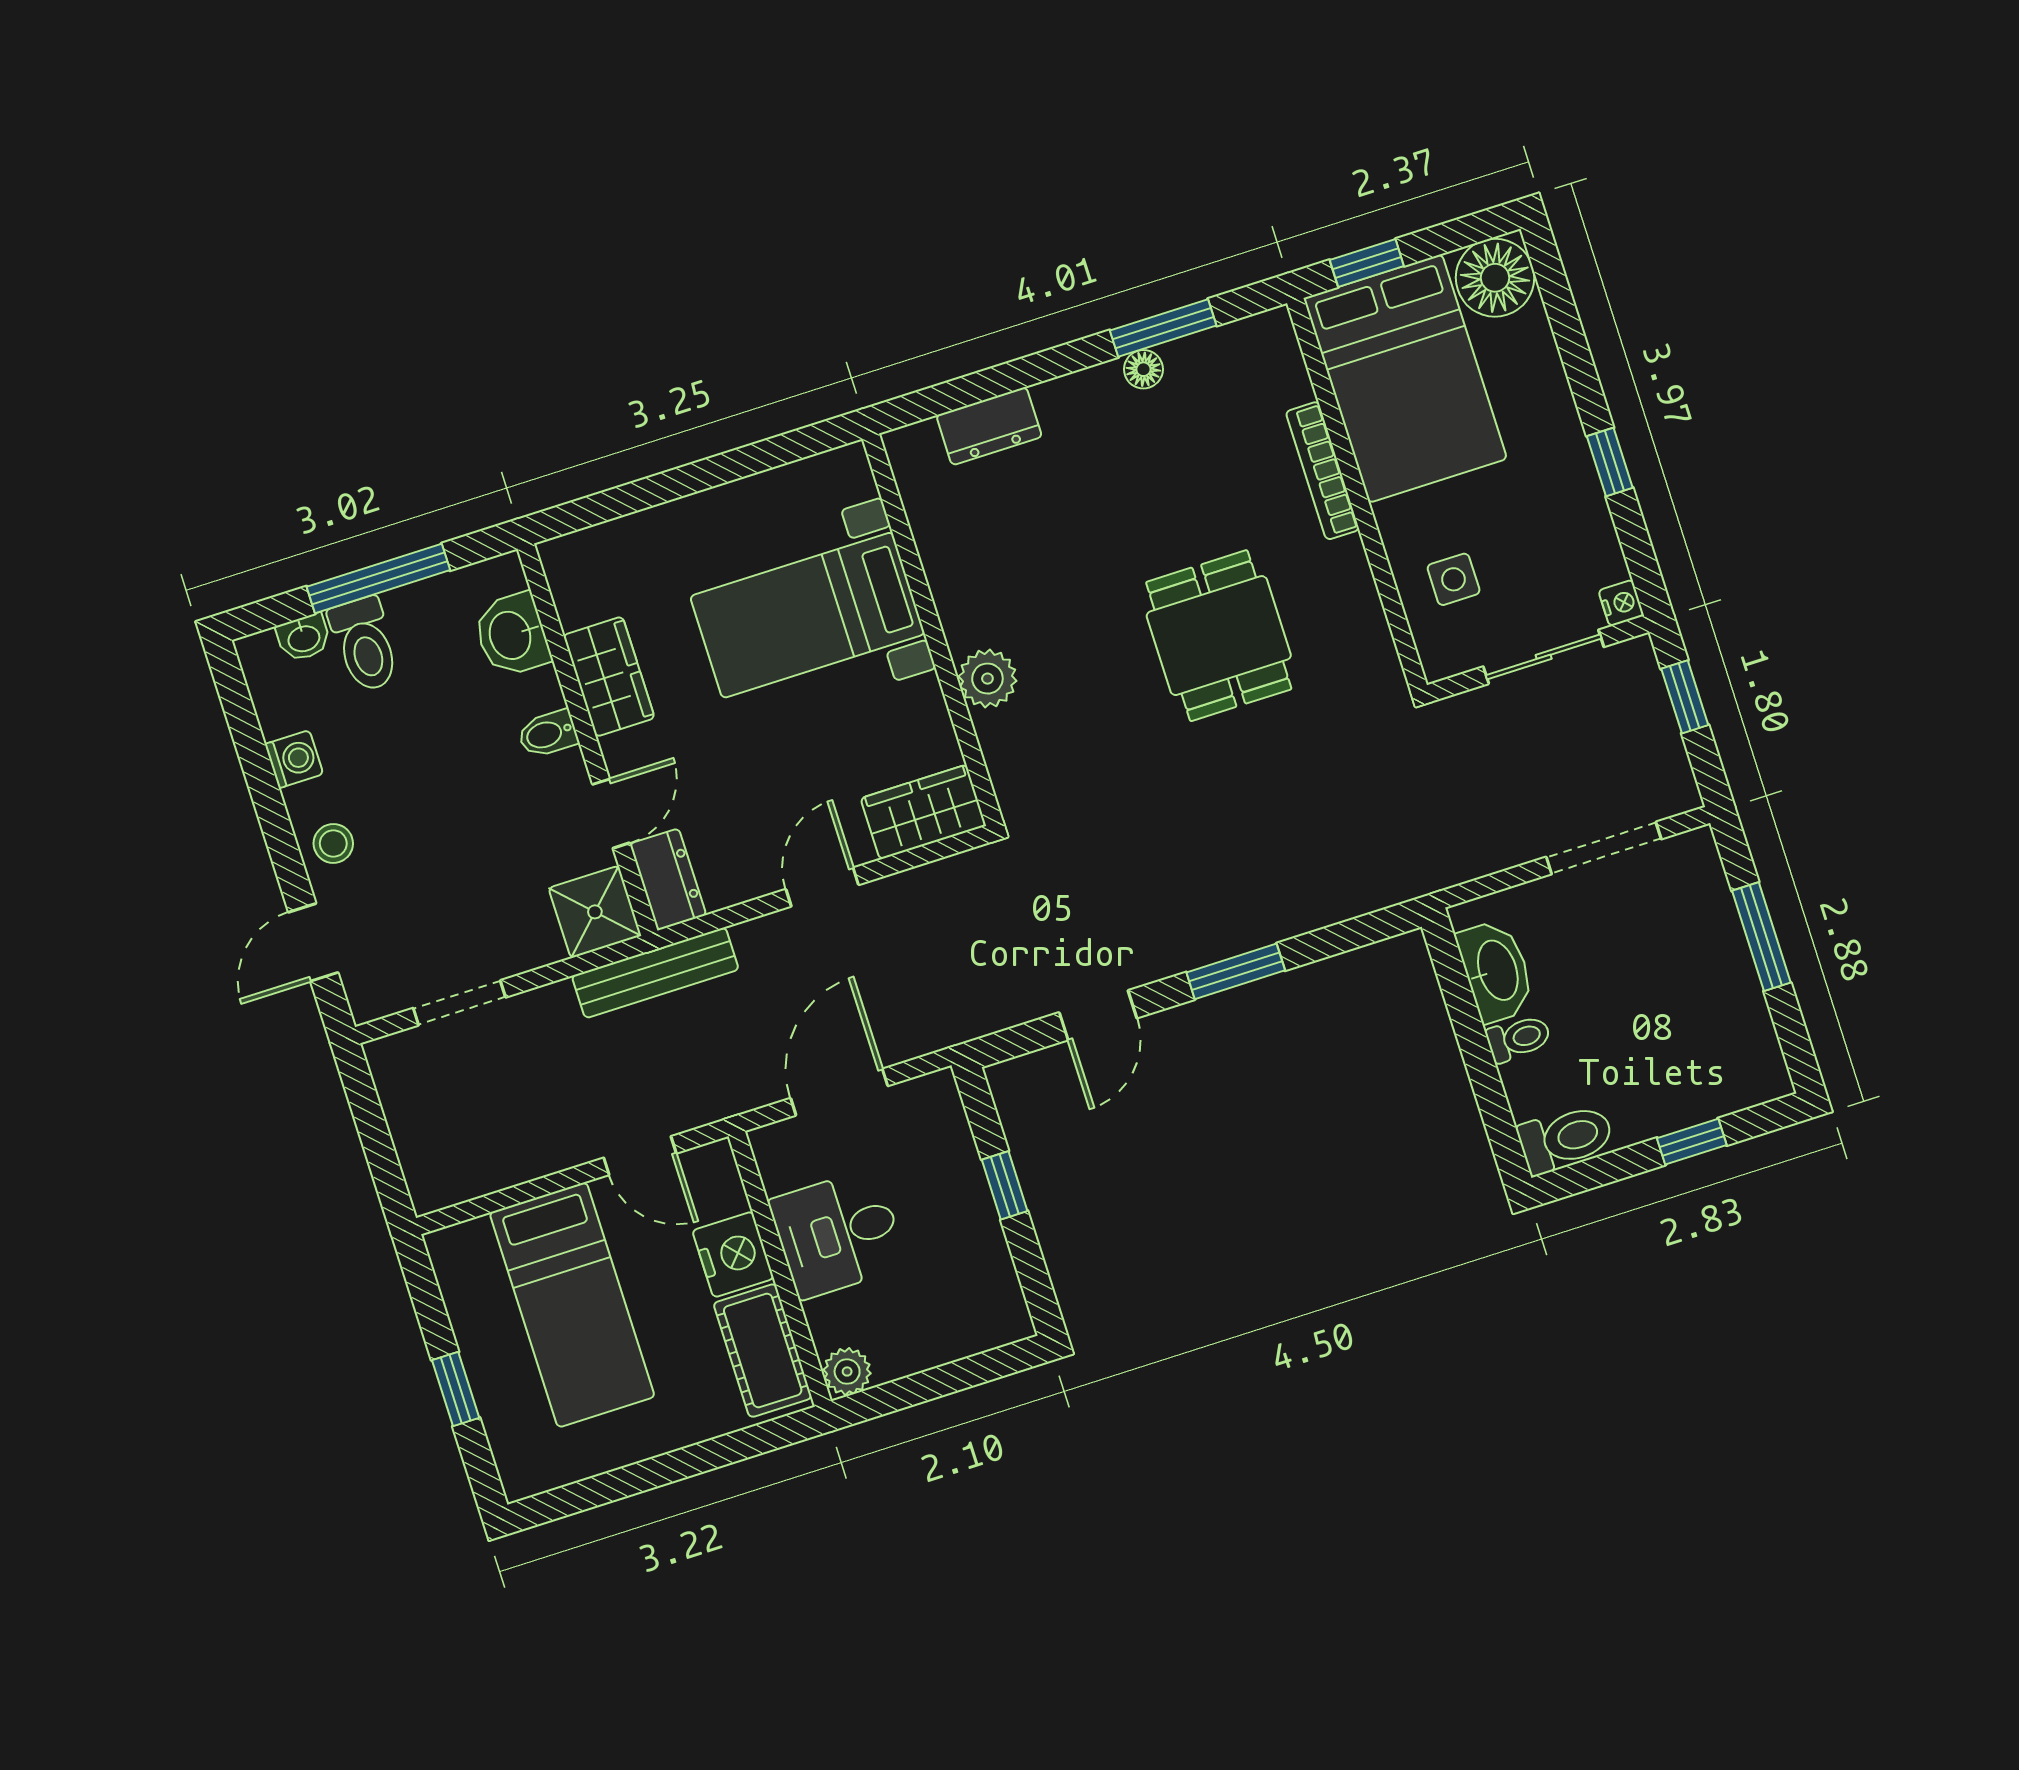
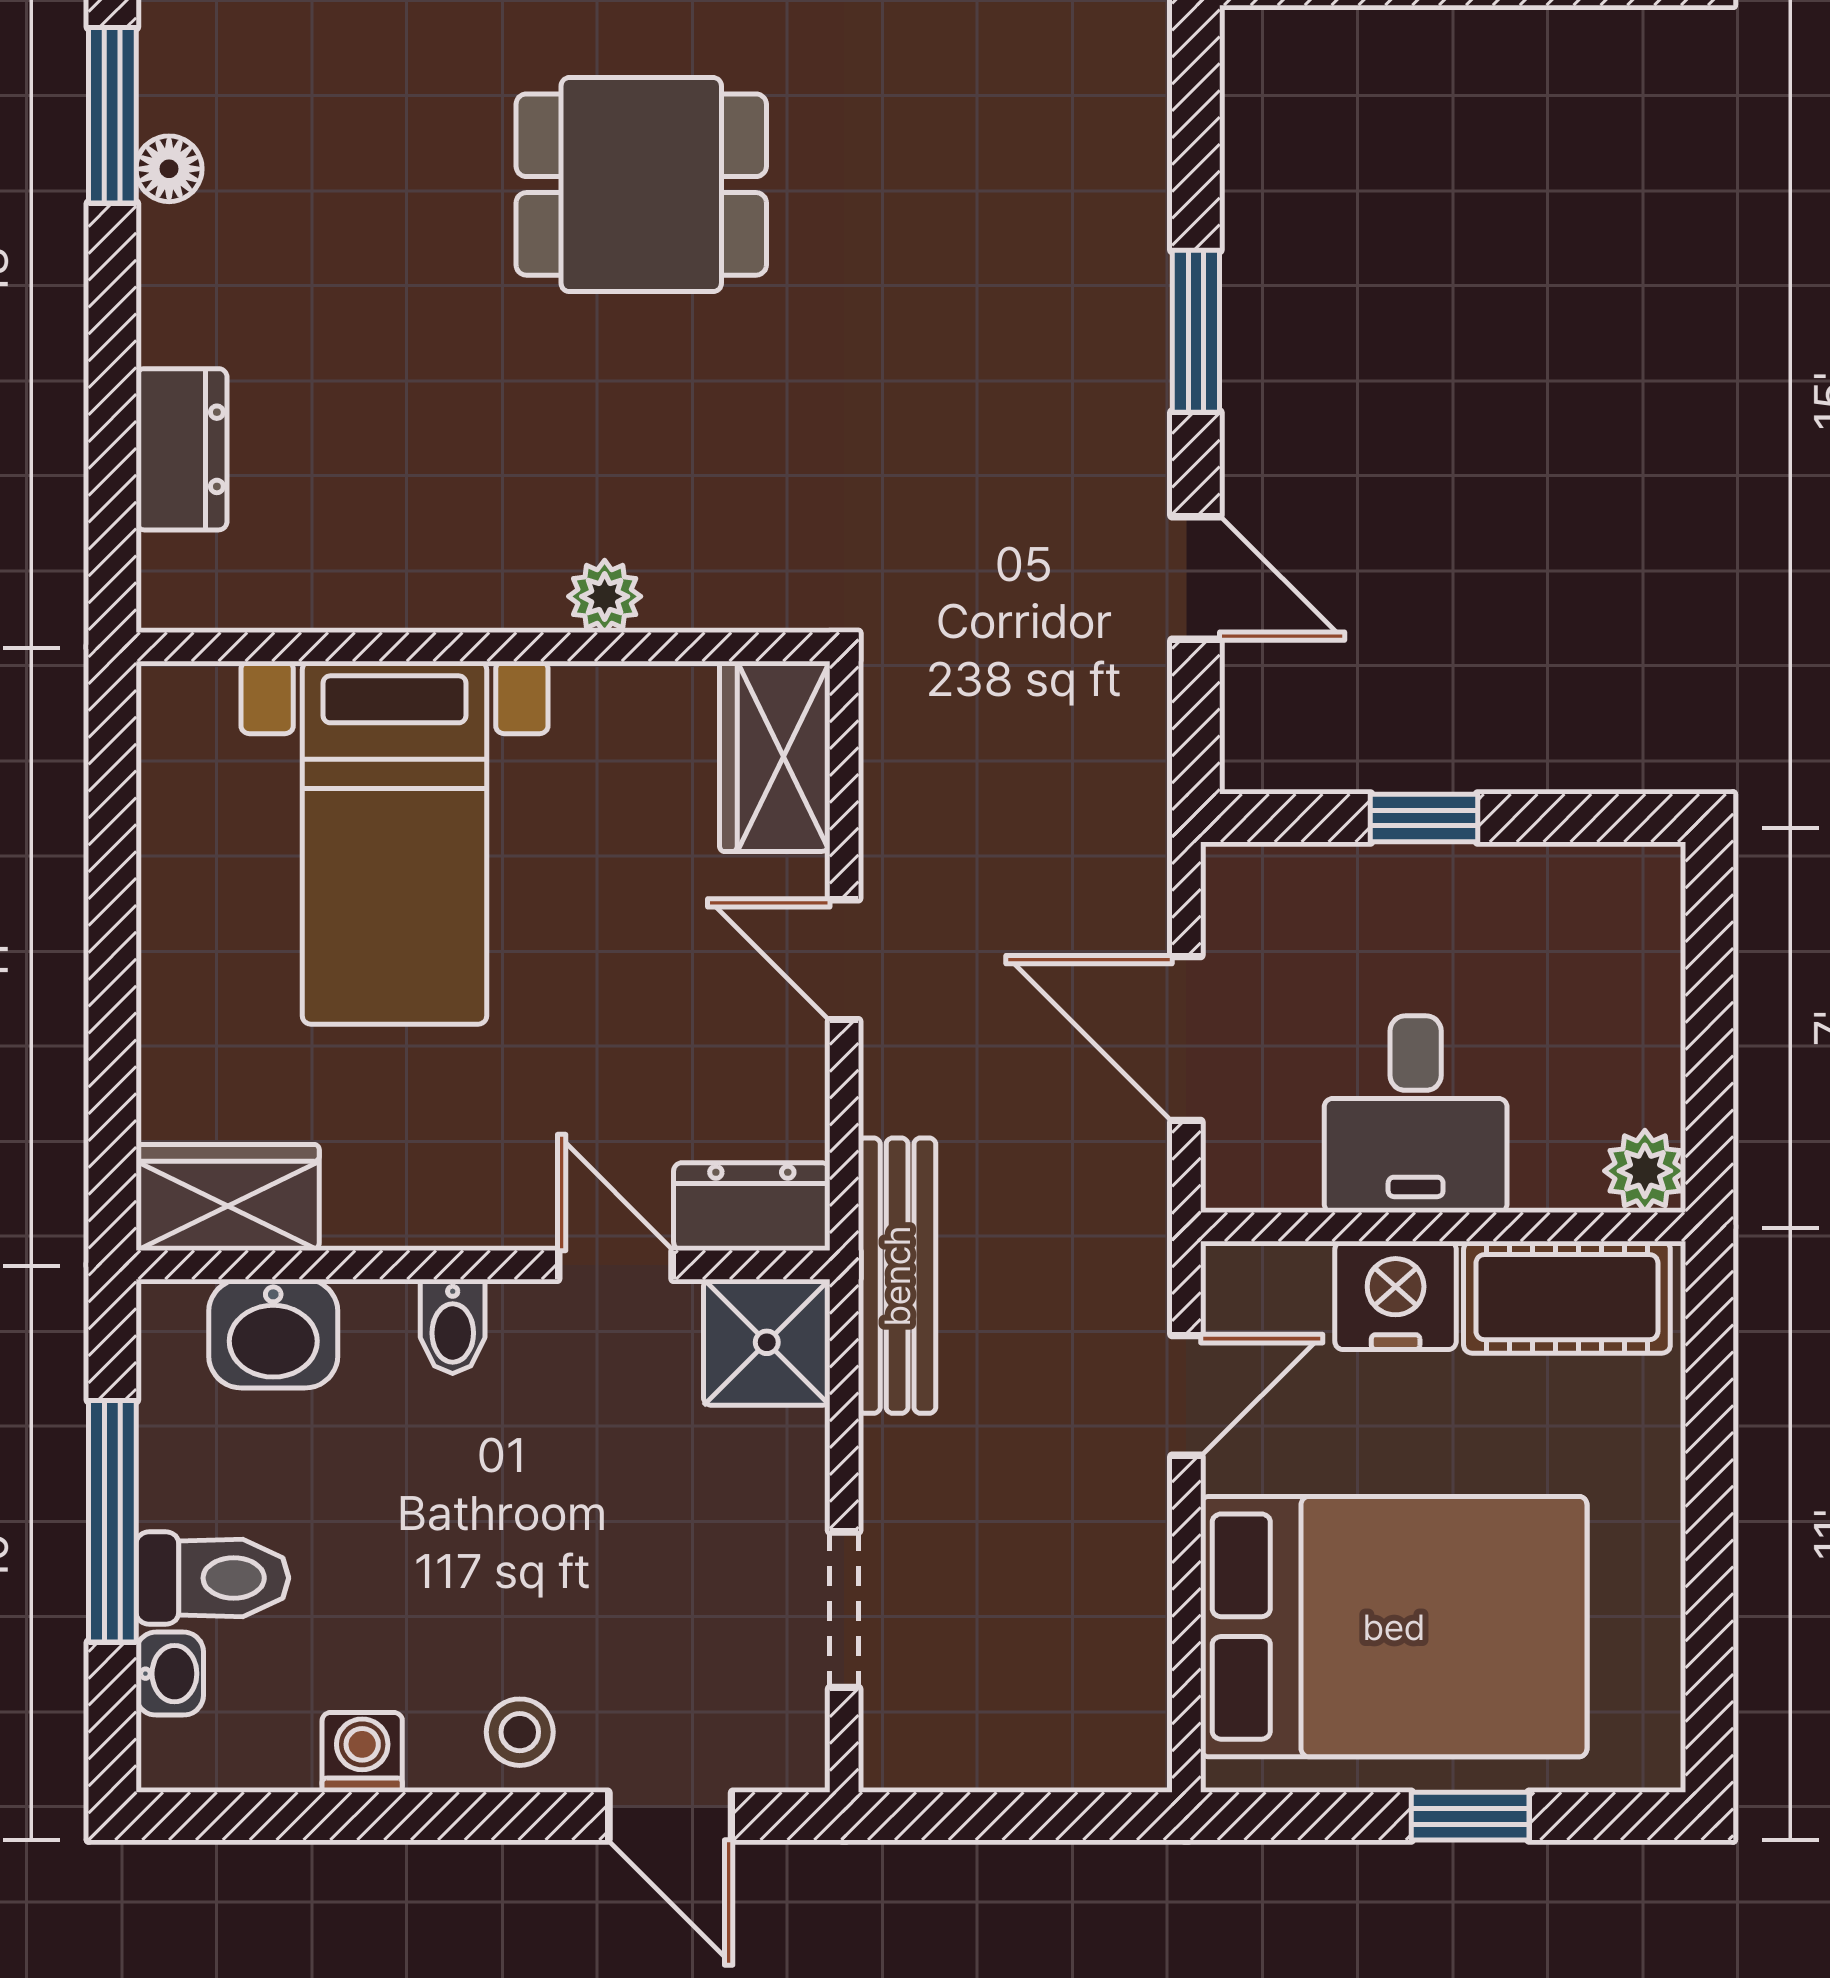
wardrobe: (609, 677) -> (228, 1197), moved
plant: (987, 679) -> (605, 596), width x0.73, depth x0.73
bed: (572, 1305) -> (1394, 1627), width x1.50

